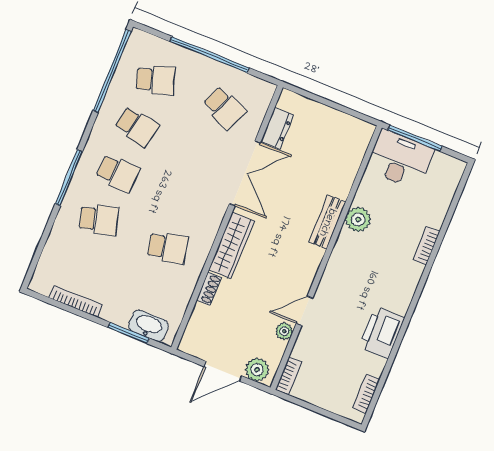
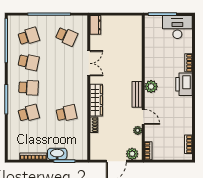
dresser: (277, 128) -> (95, 25), moved
desk: (400, 159) -> (177, 27), moved
double door: (245, 173) -> (89, 63), width x0.73
plant: (358, 219) -> (151, 86), moved
bench: (327, 222) -> (137, 94), moved
door: (305, 311) -> (143, 117), swing flipped
washbasin: (148, 326) -> (57, 154), moved
printer: (382, 332) -> (184, 84), moved

